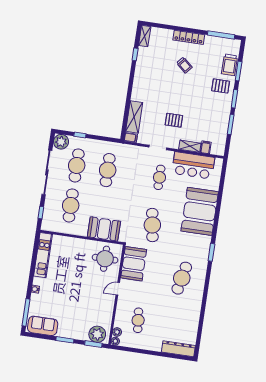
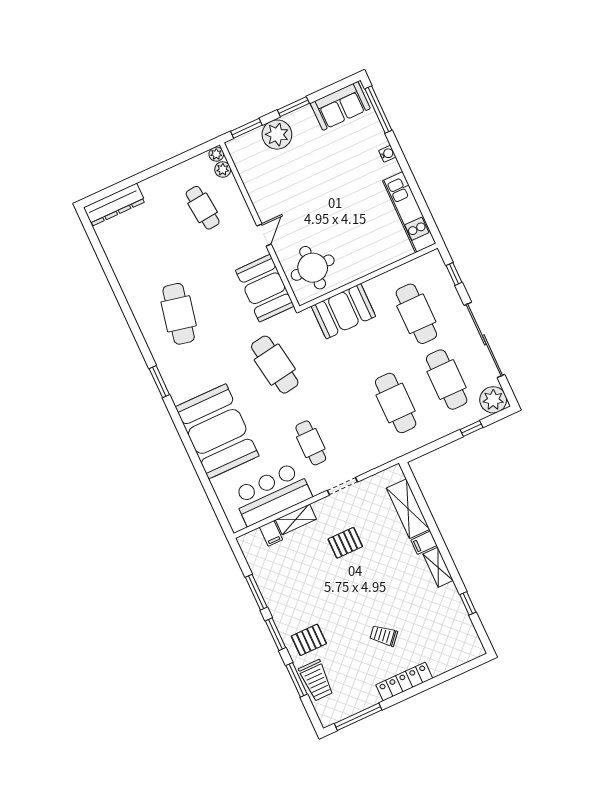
shelving: (145, 36) -> (438, 567), moved
trolley: (229, 65) -> (316, 680), turned 180
filing cabinet: (131, 138) -> (424, 543), moved
plant: (97, 334) -> (277, 135), moved

